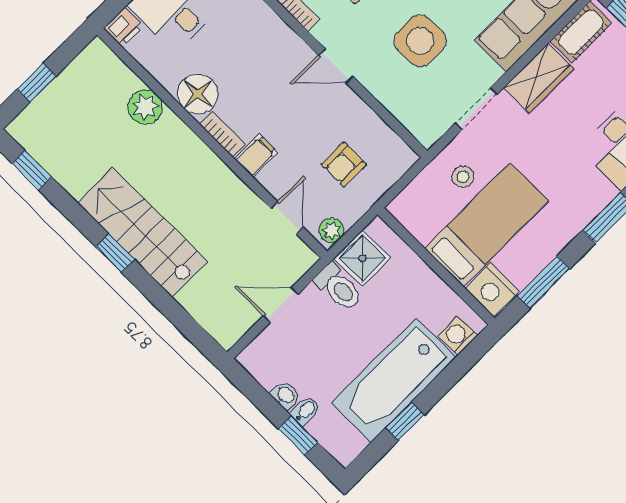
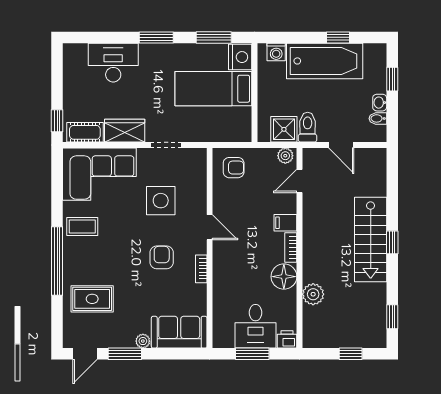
armchair: (344, 164) -> (234, 168), moved
stool: (463, 177) -> (202, 121), removed
bidet: (305, 411) -> (378, 118), moved

